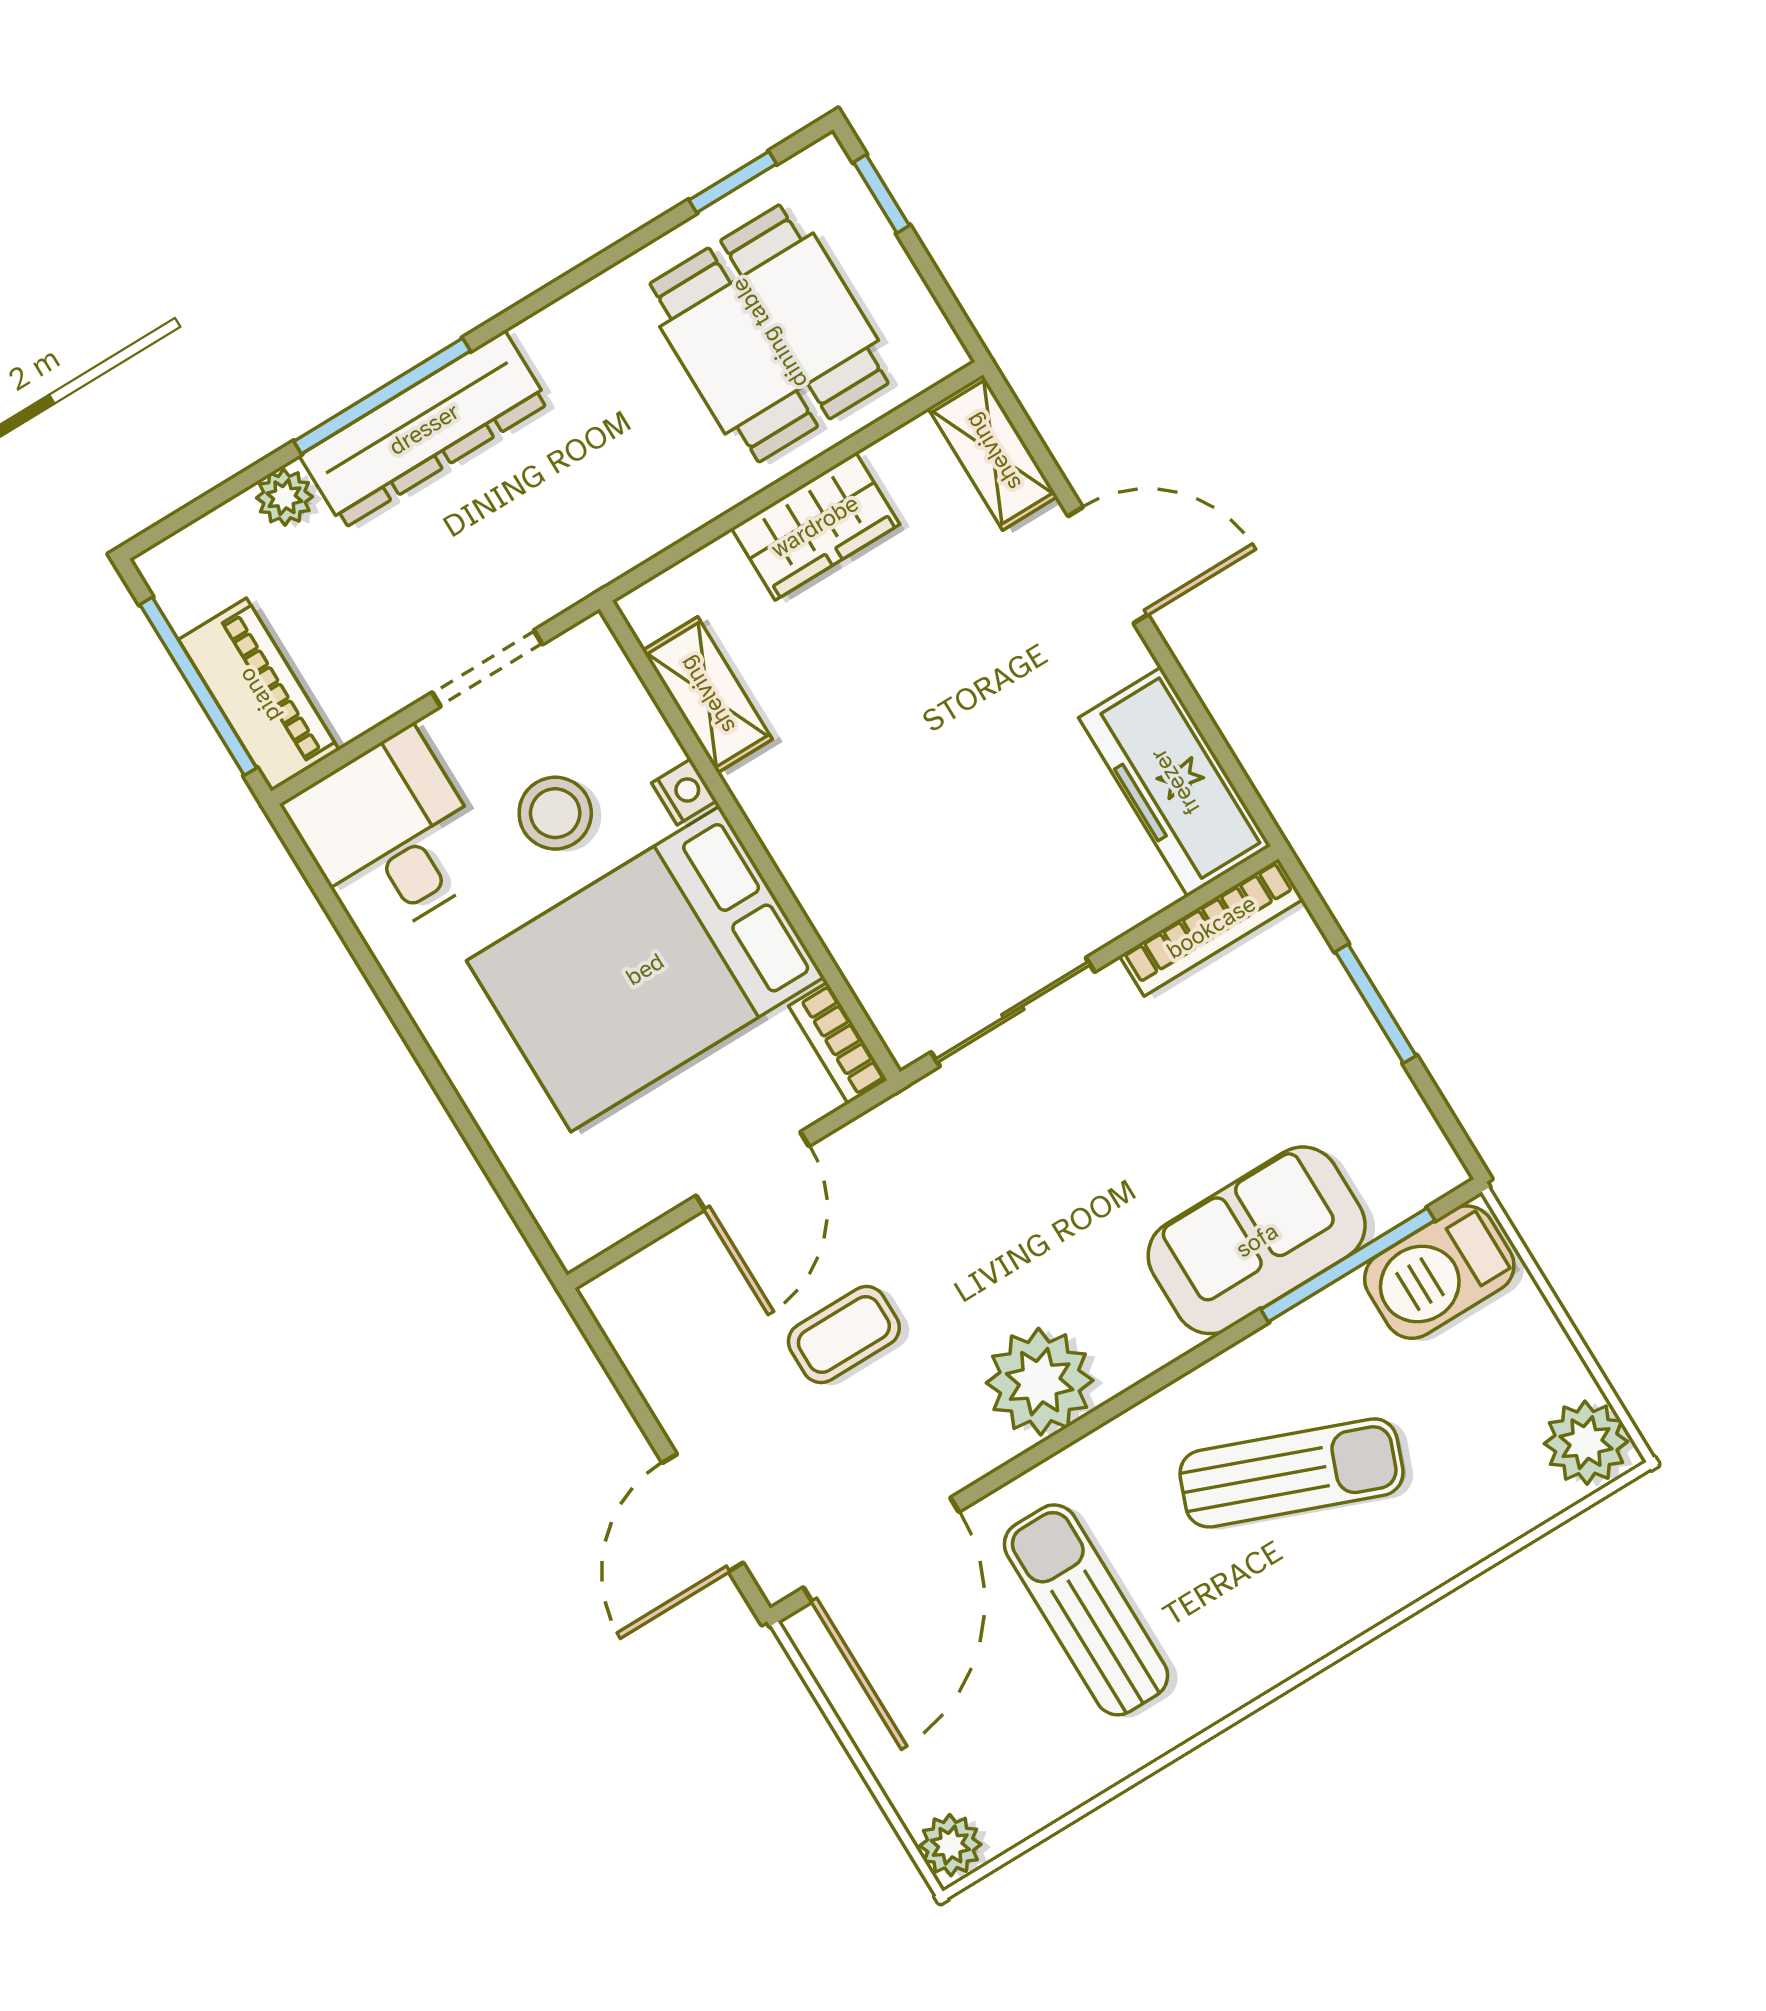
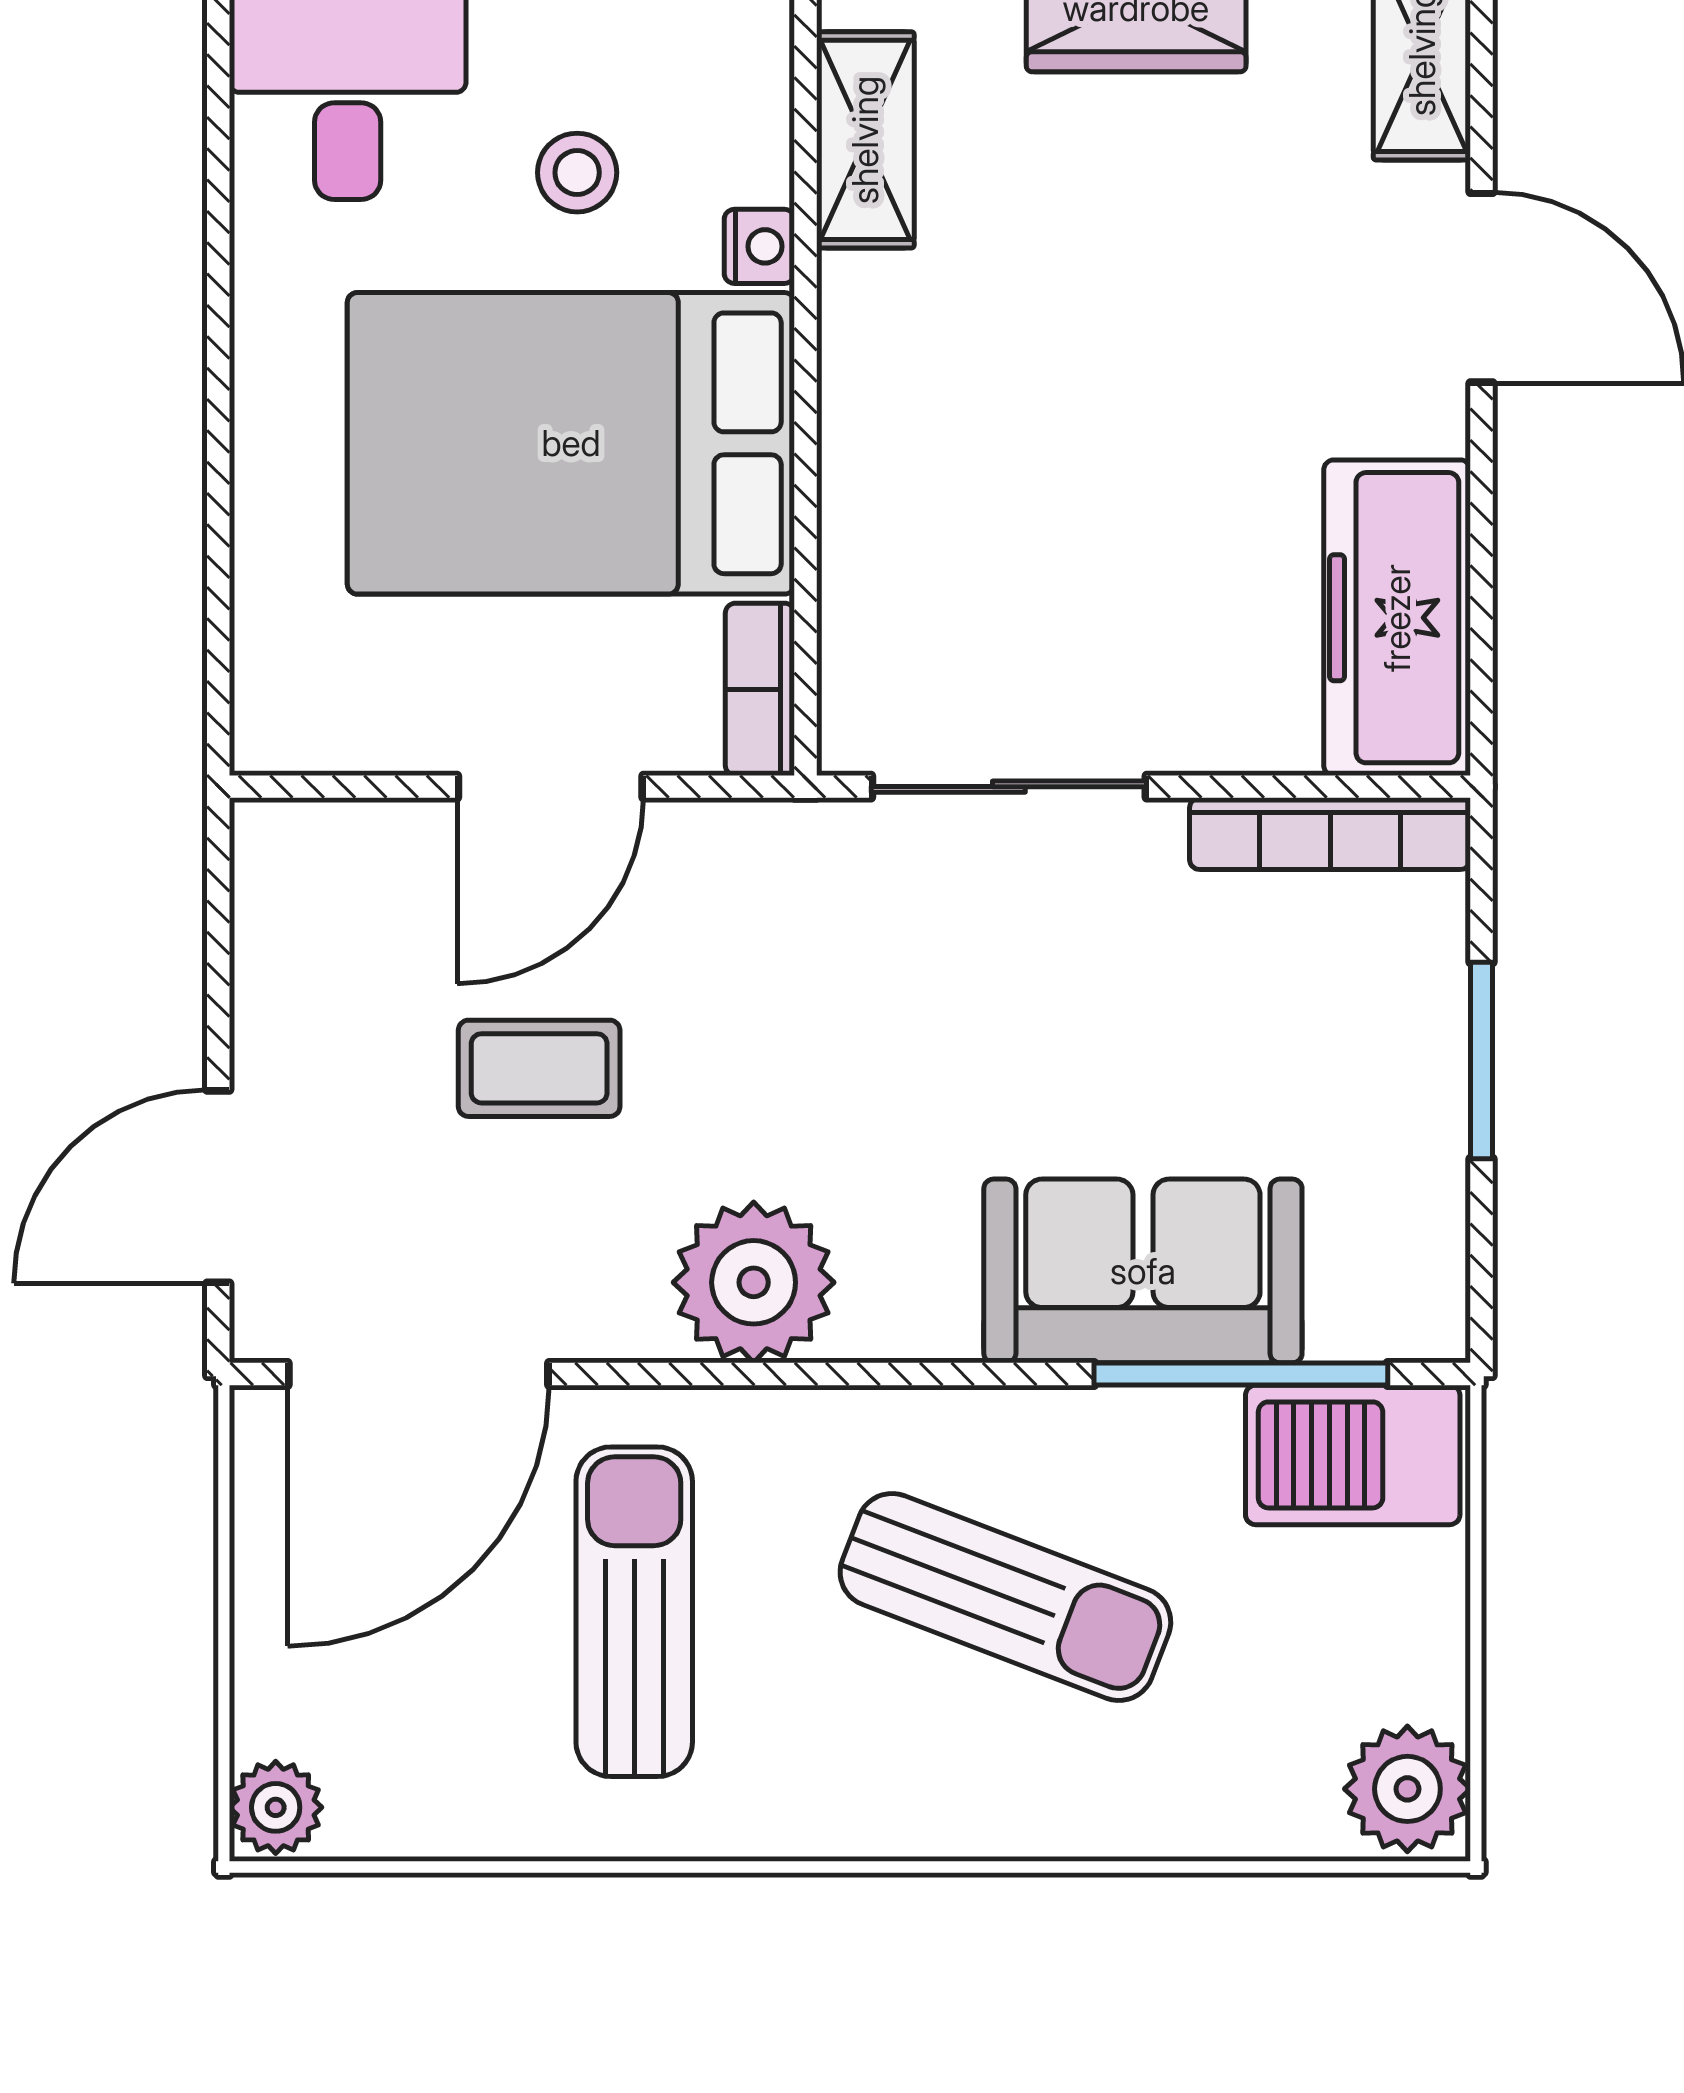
stool: (555, 813) -> (577, 173), width x0.73, depth x0.73

